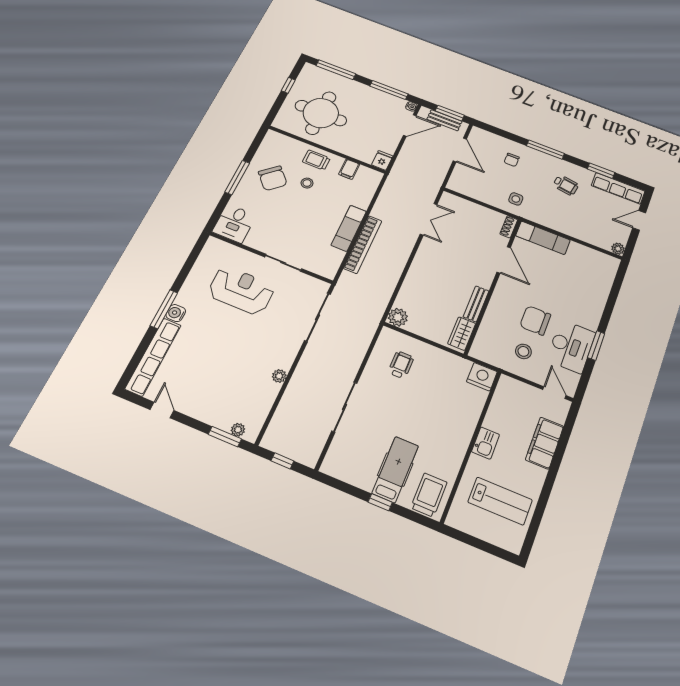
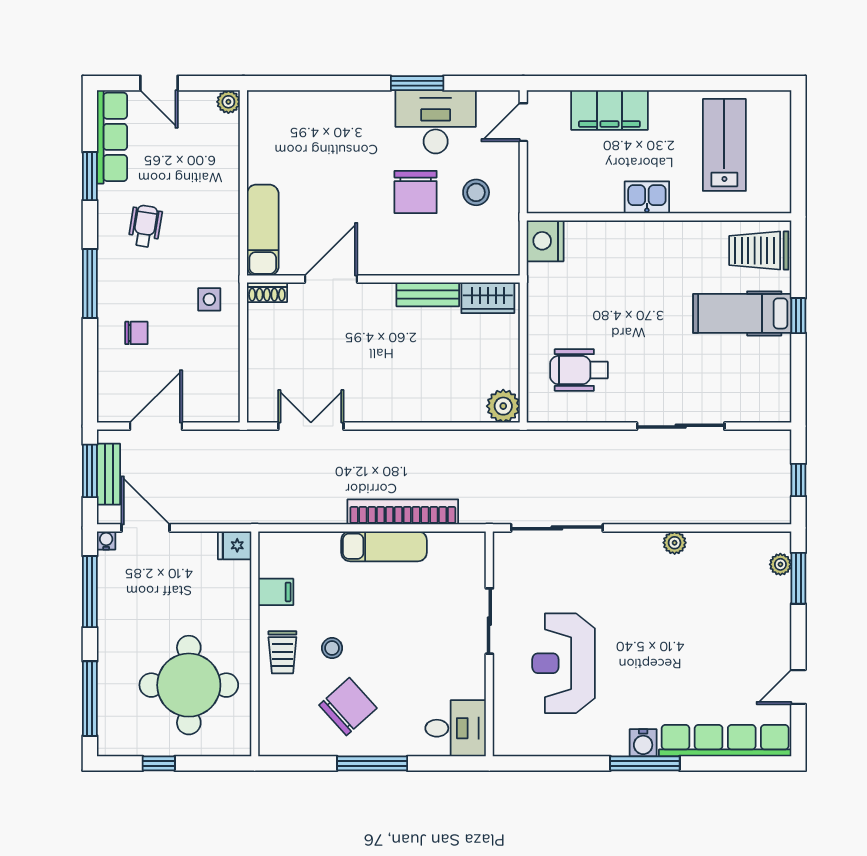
wheelchair: (401, 365) -> (579, 370), width x1.36, depth x1.37

